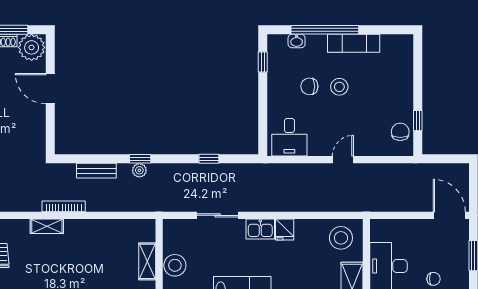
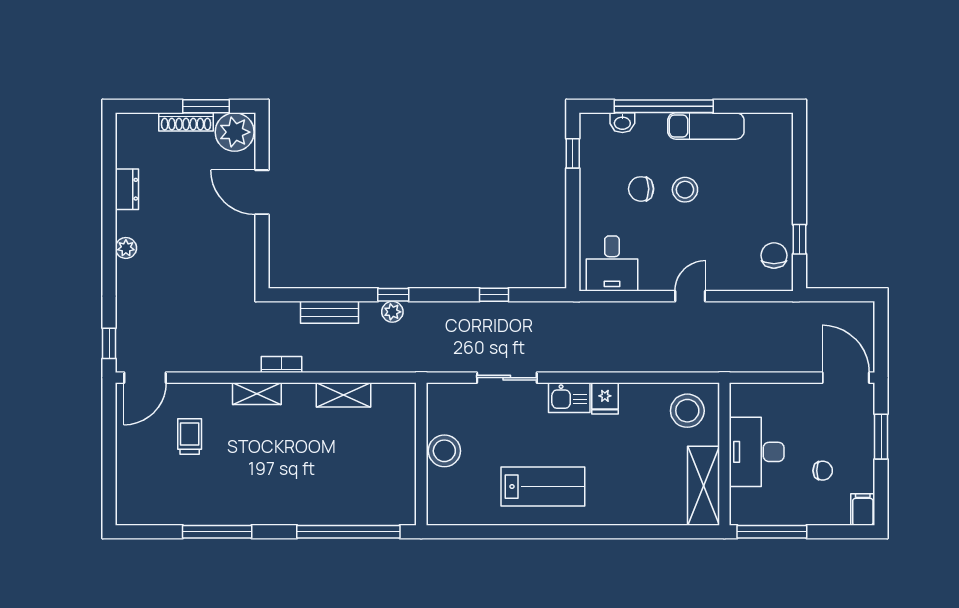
bookcase: (64, 206) -> (282, 364), width x0.64
shelving: (147, 261) -> (344, 395), moved, turned 90

